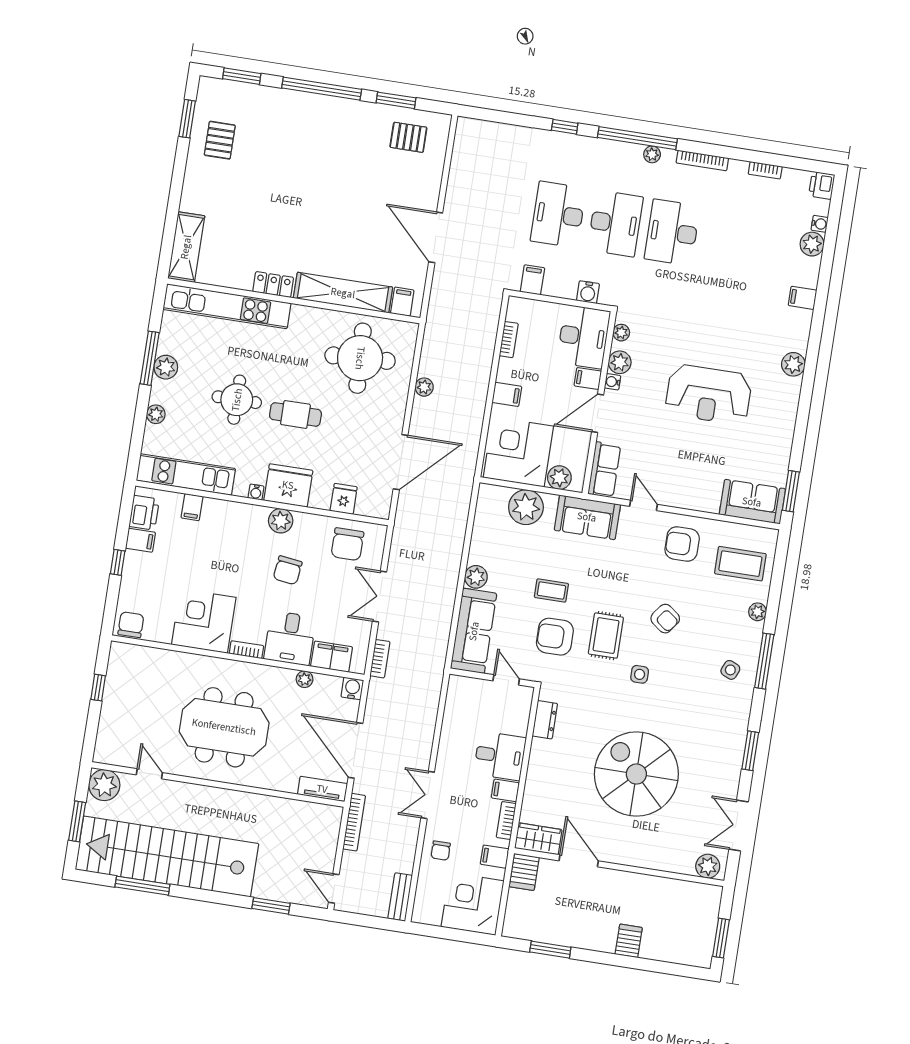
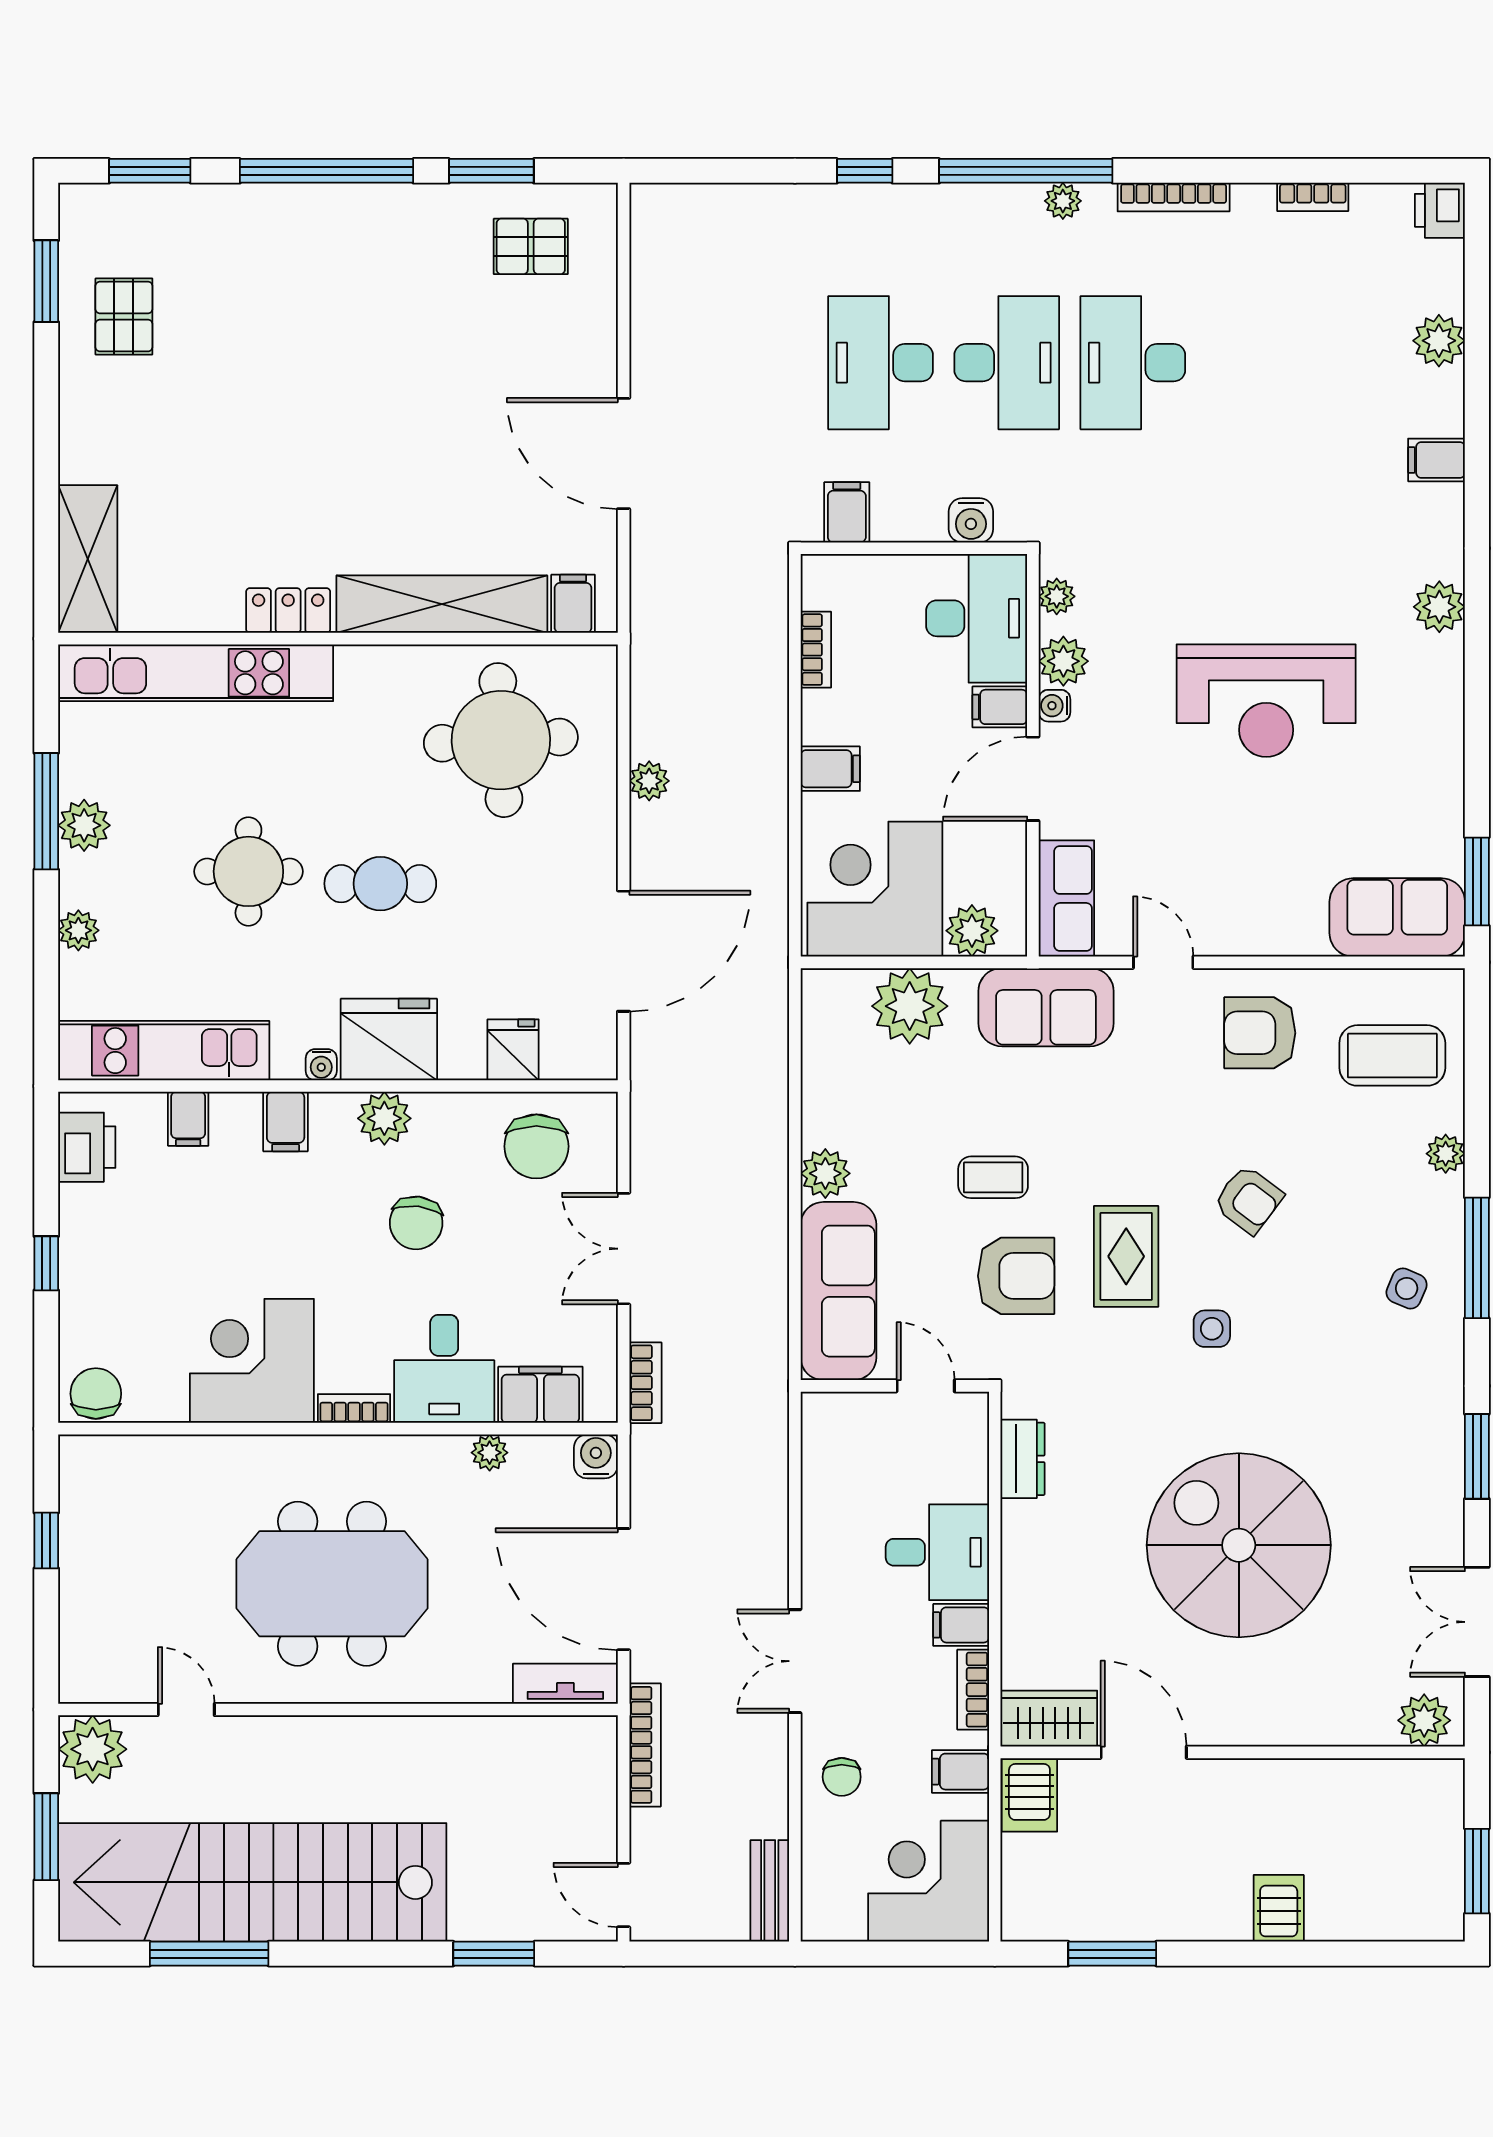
water cooler: (820, 224) -> (1448, 294), removed
filing cabinet: (140, 540) -> (286, 1122), moved, turned 90
armchair: (555, 637) -> (1016, 1276), turned 180

